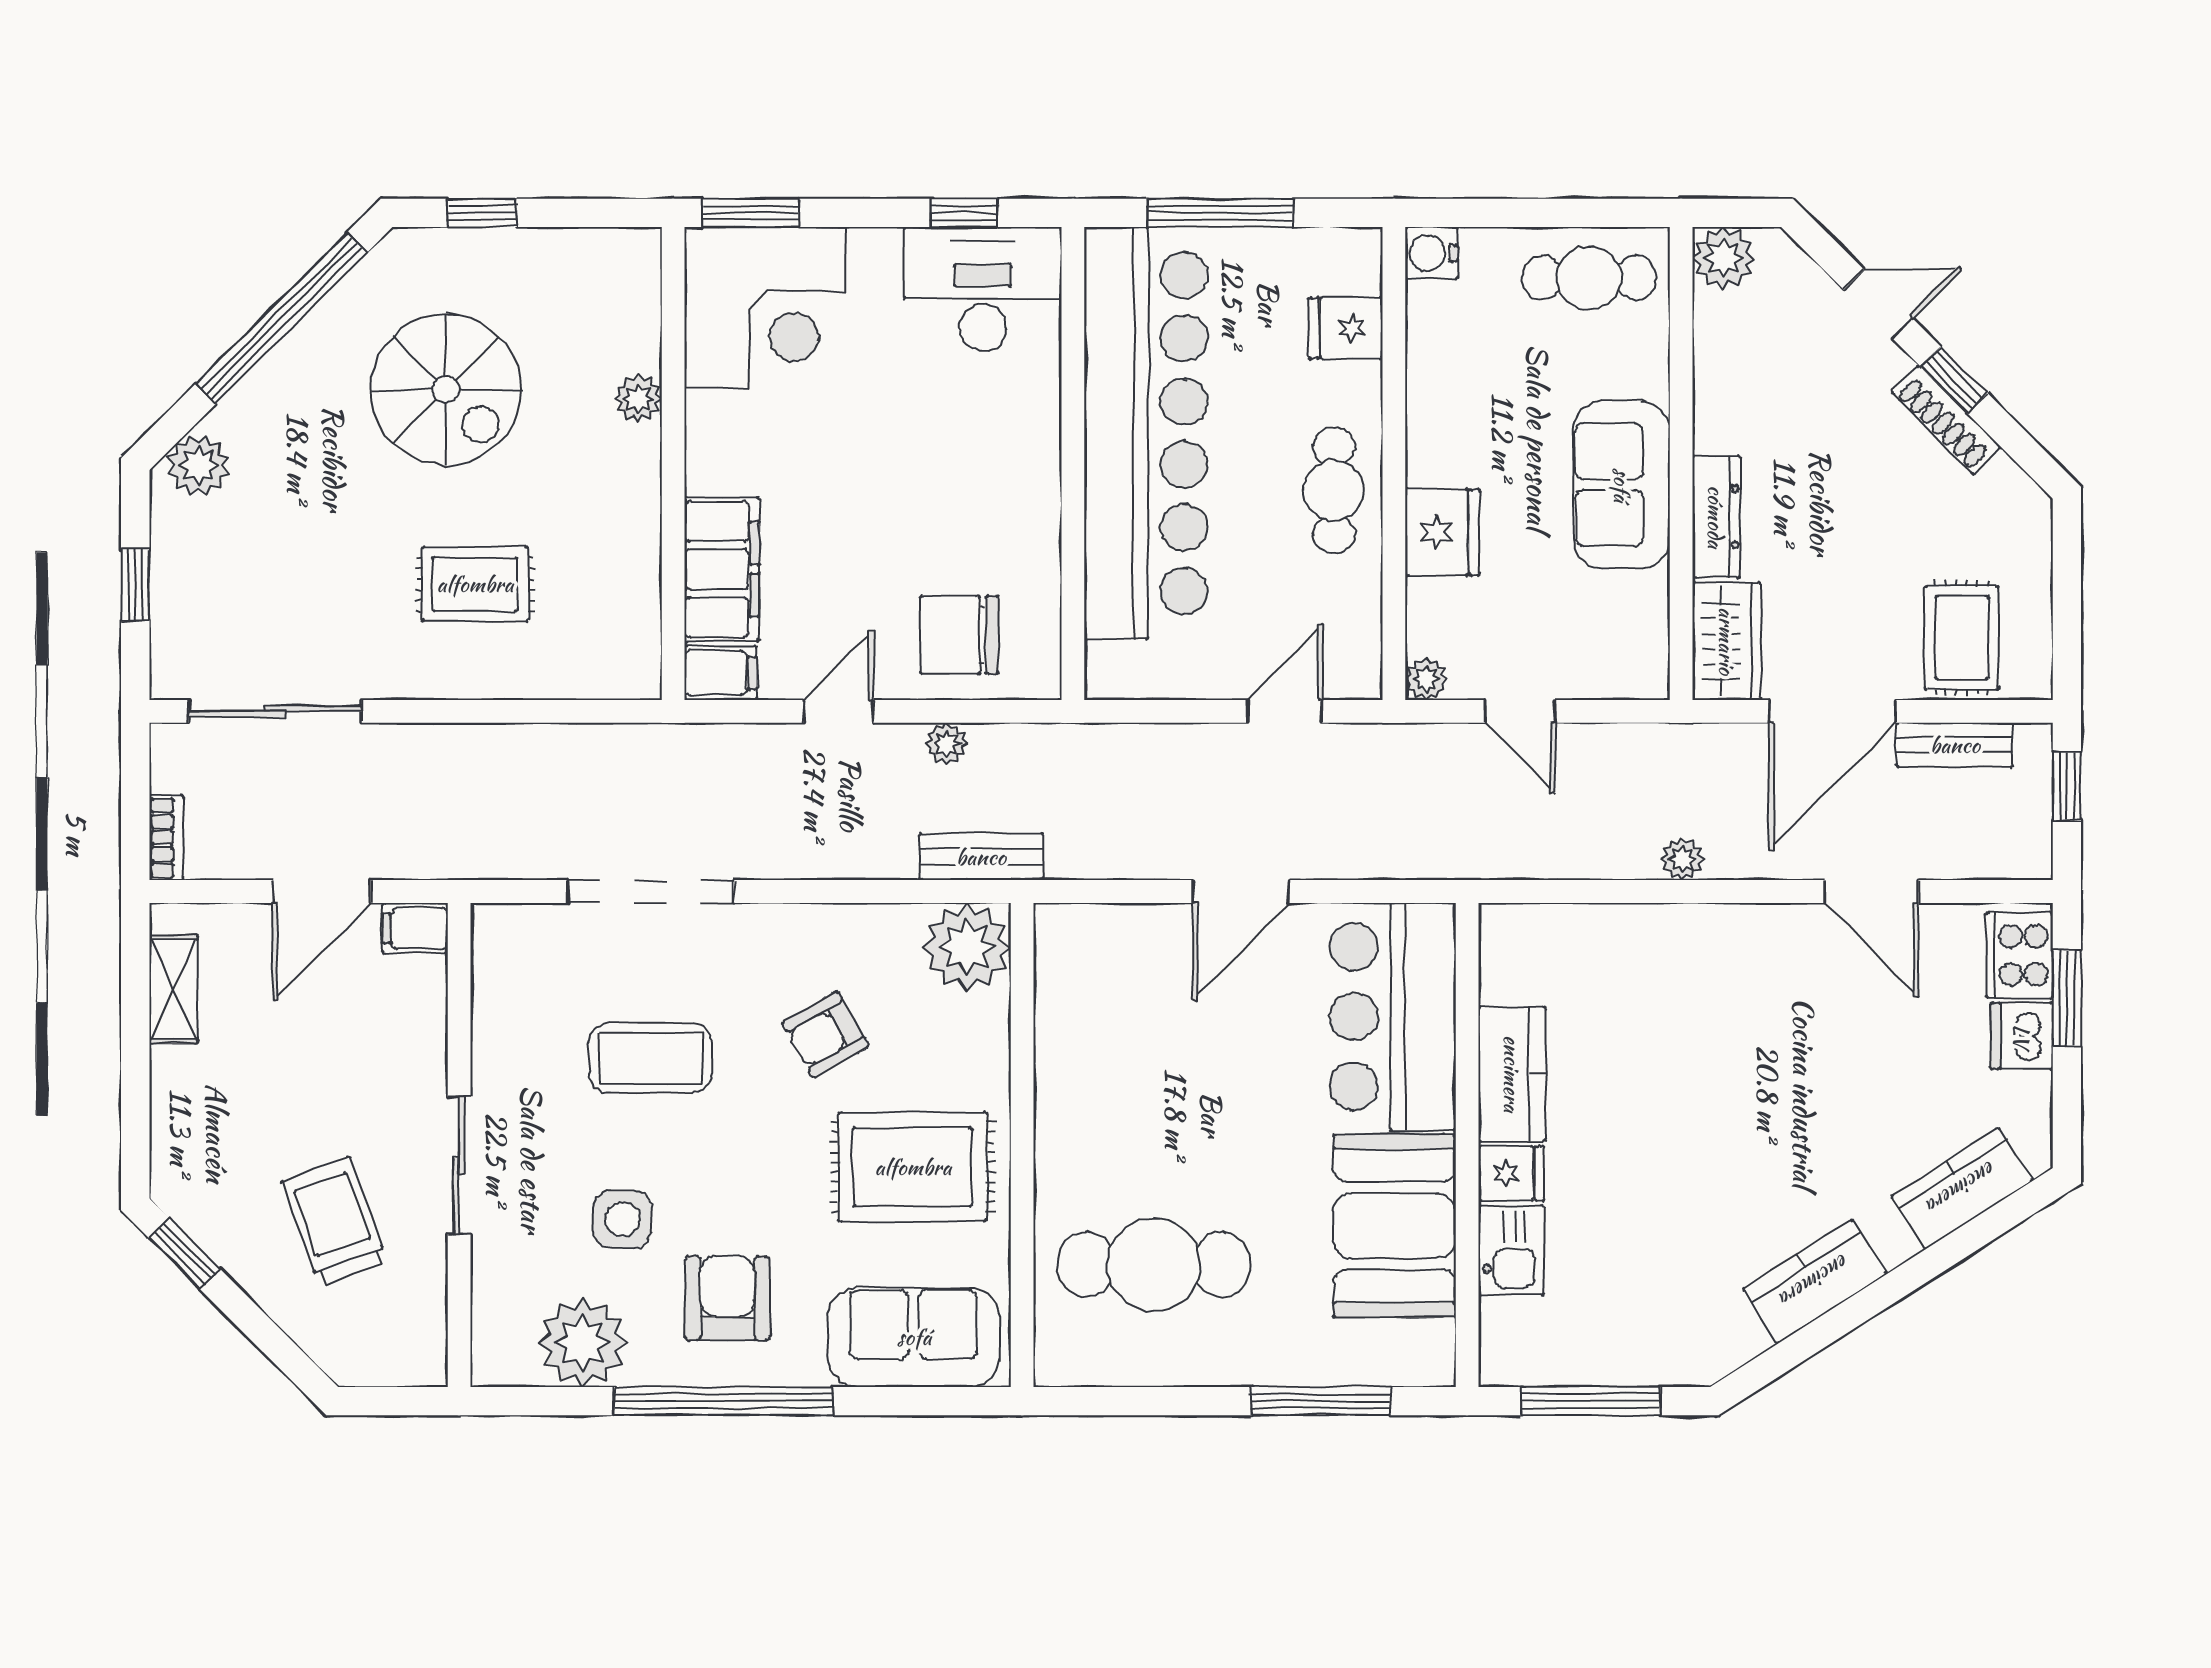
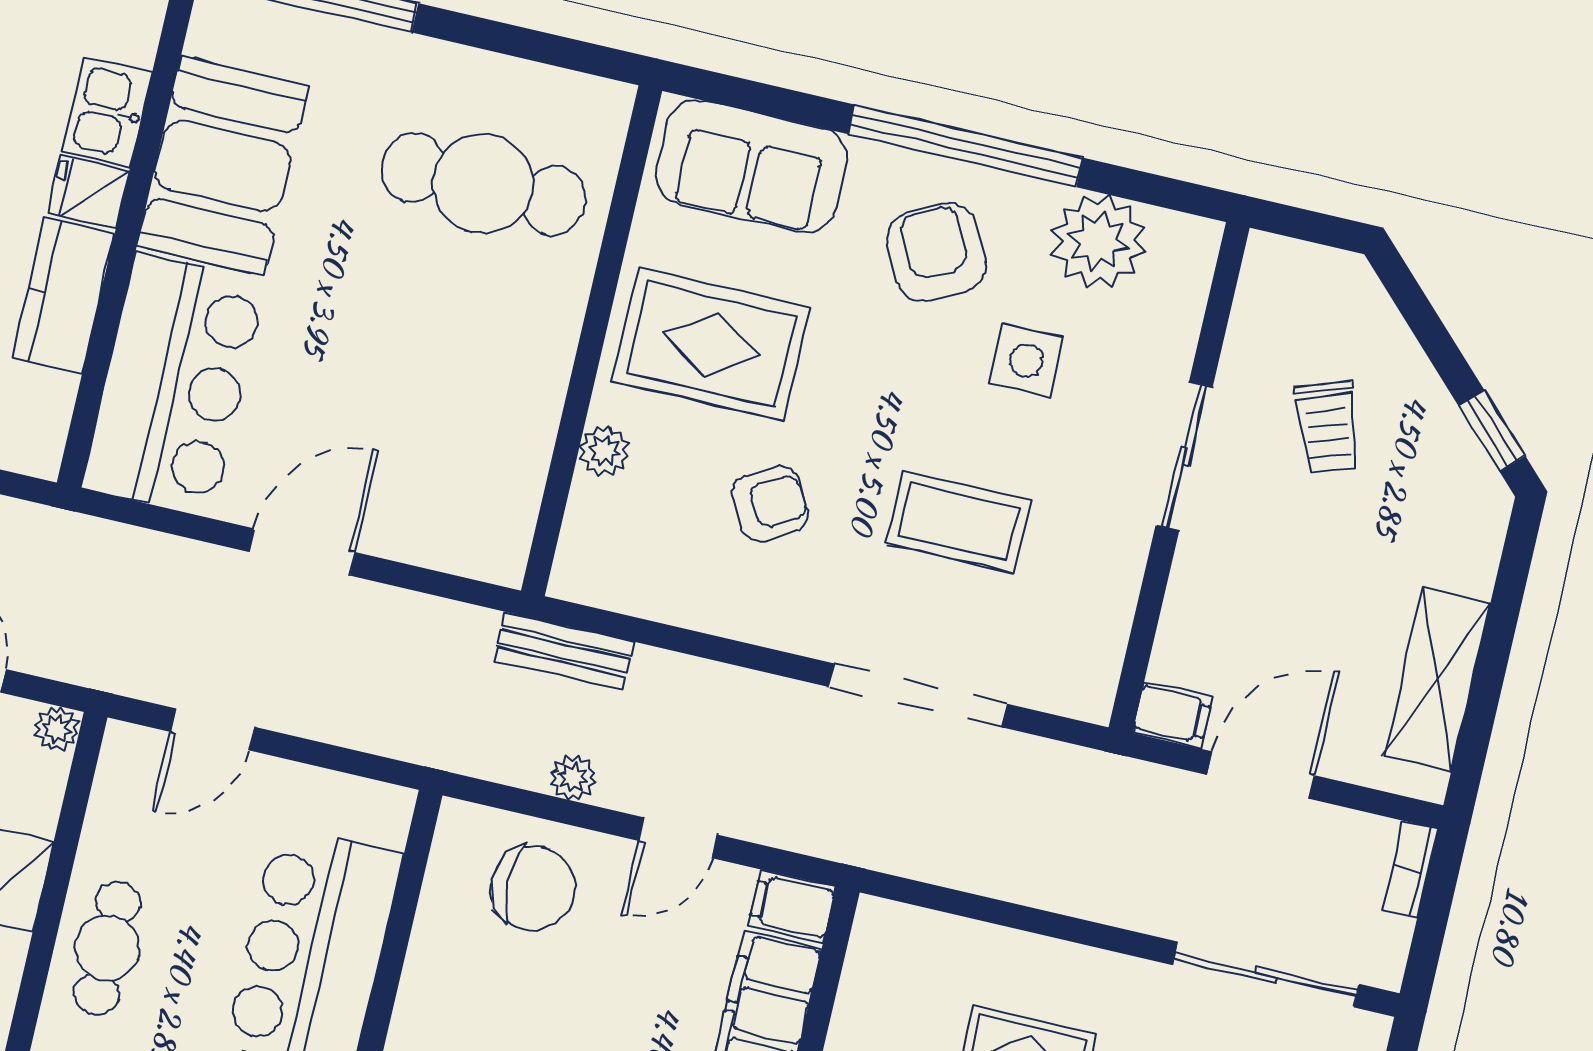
plant: (967, 947) -> (604, 451), moved, width x0.53, depth x0.53
shelving: (174, 989) -> (1437, 679), width x1.50, depth x1.33
trolley: (335, 1222) -> (1328, 427), width x0.73, depth x0.72
armchair: (727, 1298) -> (936, 252), turned 152

